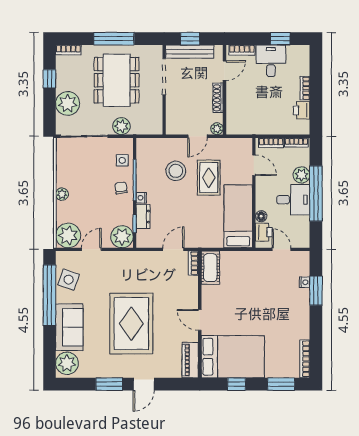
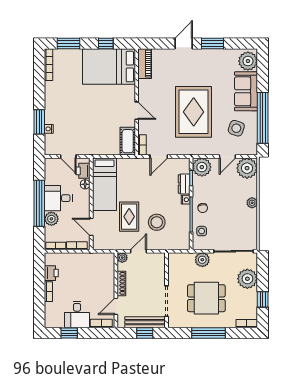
dining table: (117, 80) -> (206, 298), width x0.73
side table: (69, 280) -> (236, 128), moved
door: (200, 320) -> (137, 111), moved
rug: (131, 324) -> (194, 112), moved

